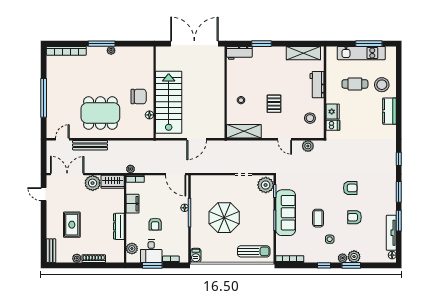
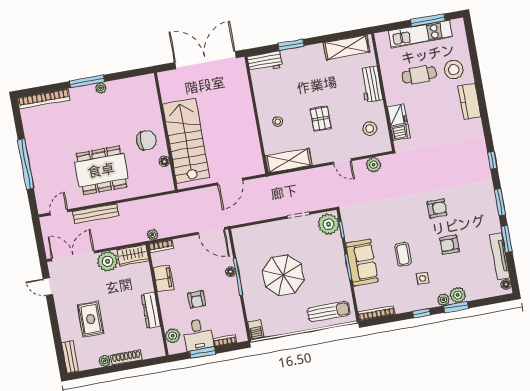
sofa: (286, 213) -> (362, 263), width x0.73

